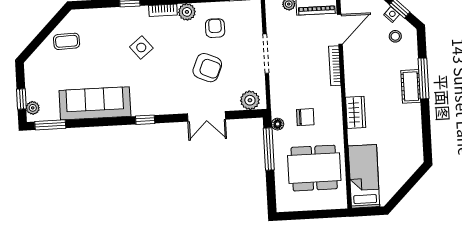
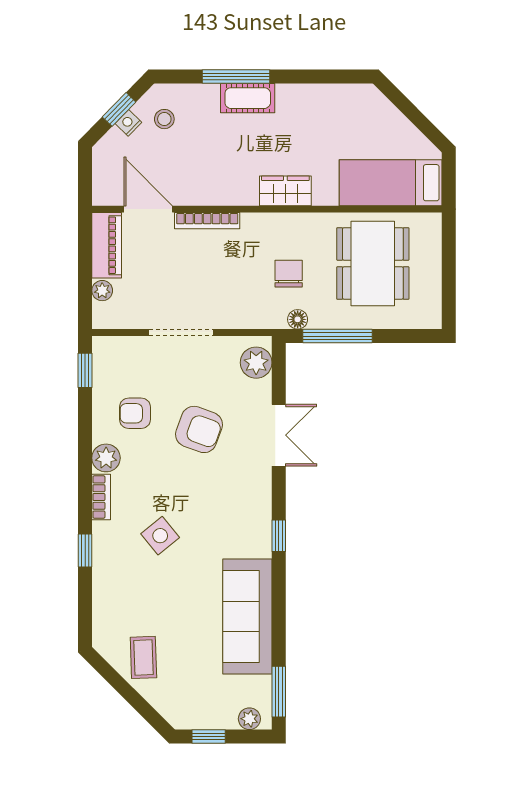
armchair: (207, 68) -> (199, 429), turned 87
window: (21, 99) -> (209, 737), moved

